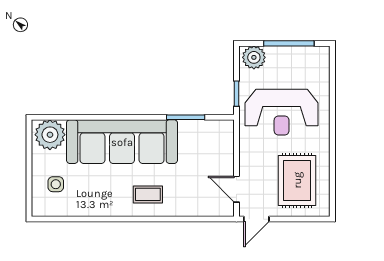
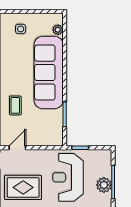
plant: (254, 57) -> (104, 185), moved
plant: (50, 135) -> (58, 30), width x0.53, depth x0.53
coffee table: (148, 194) -> (15, 105), moved

